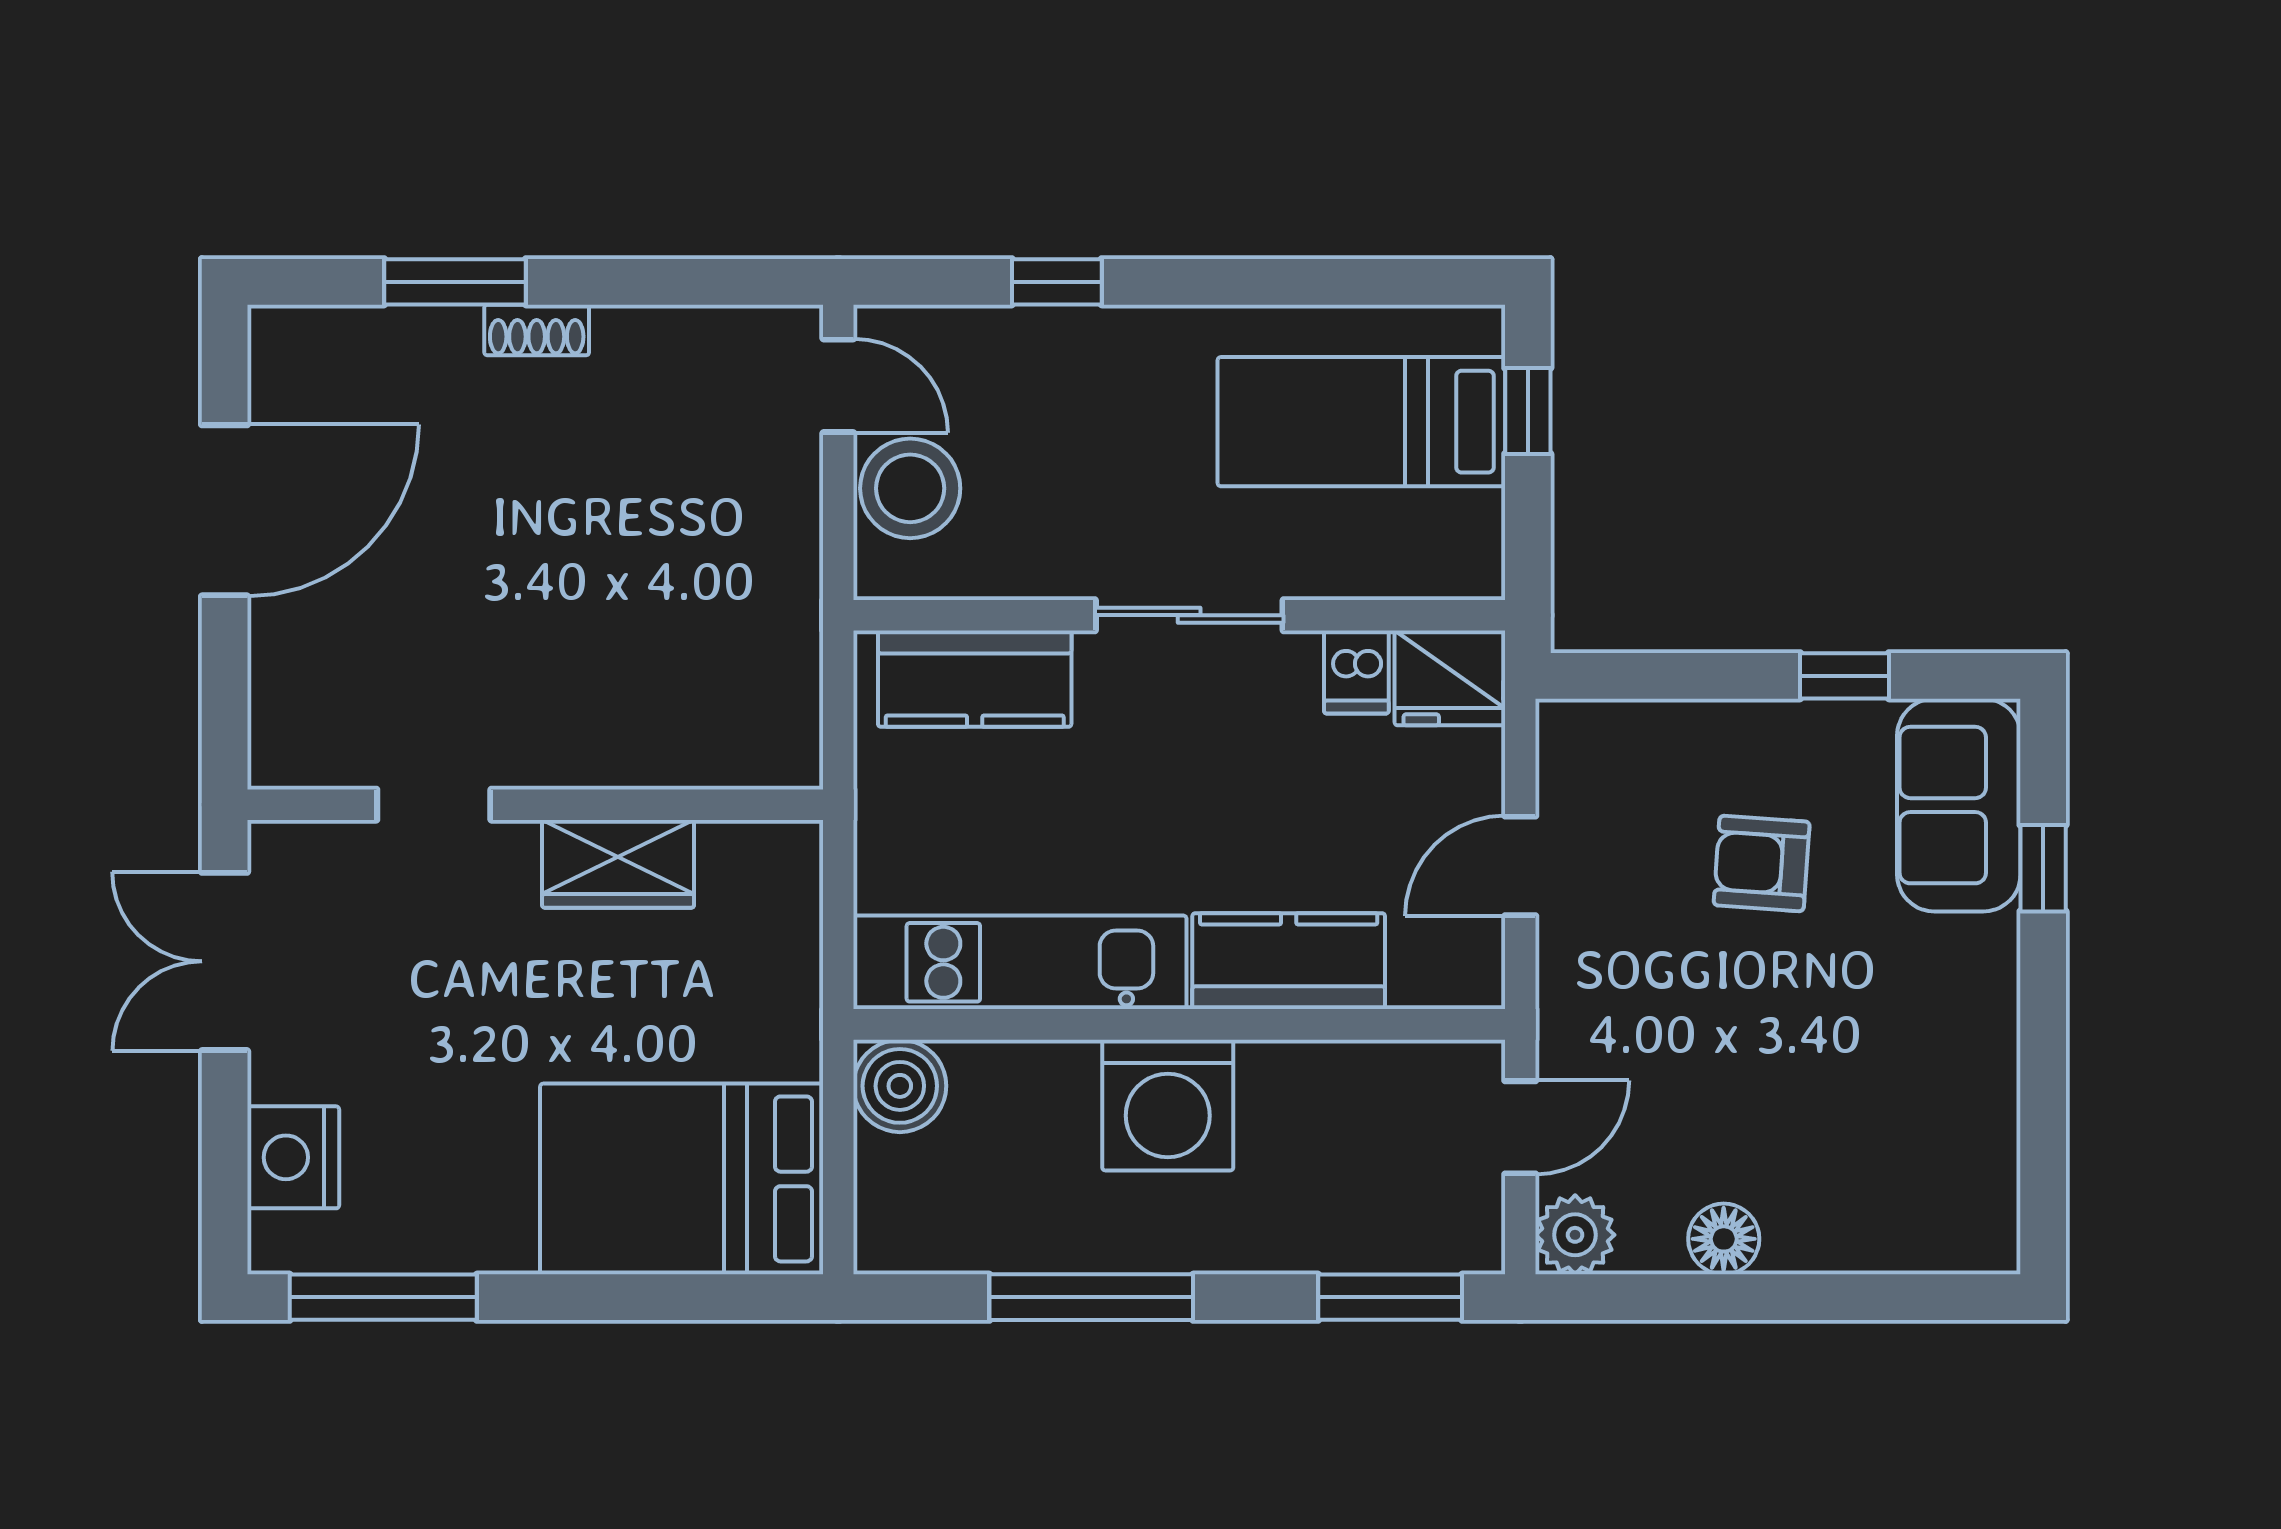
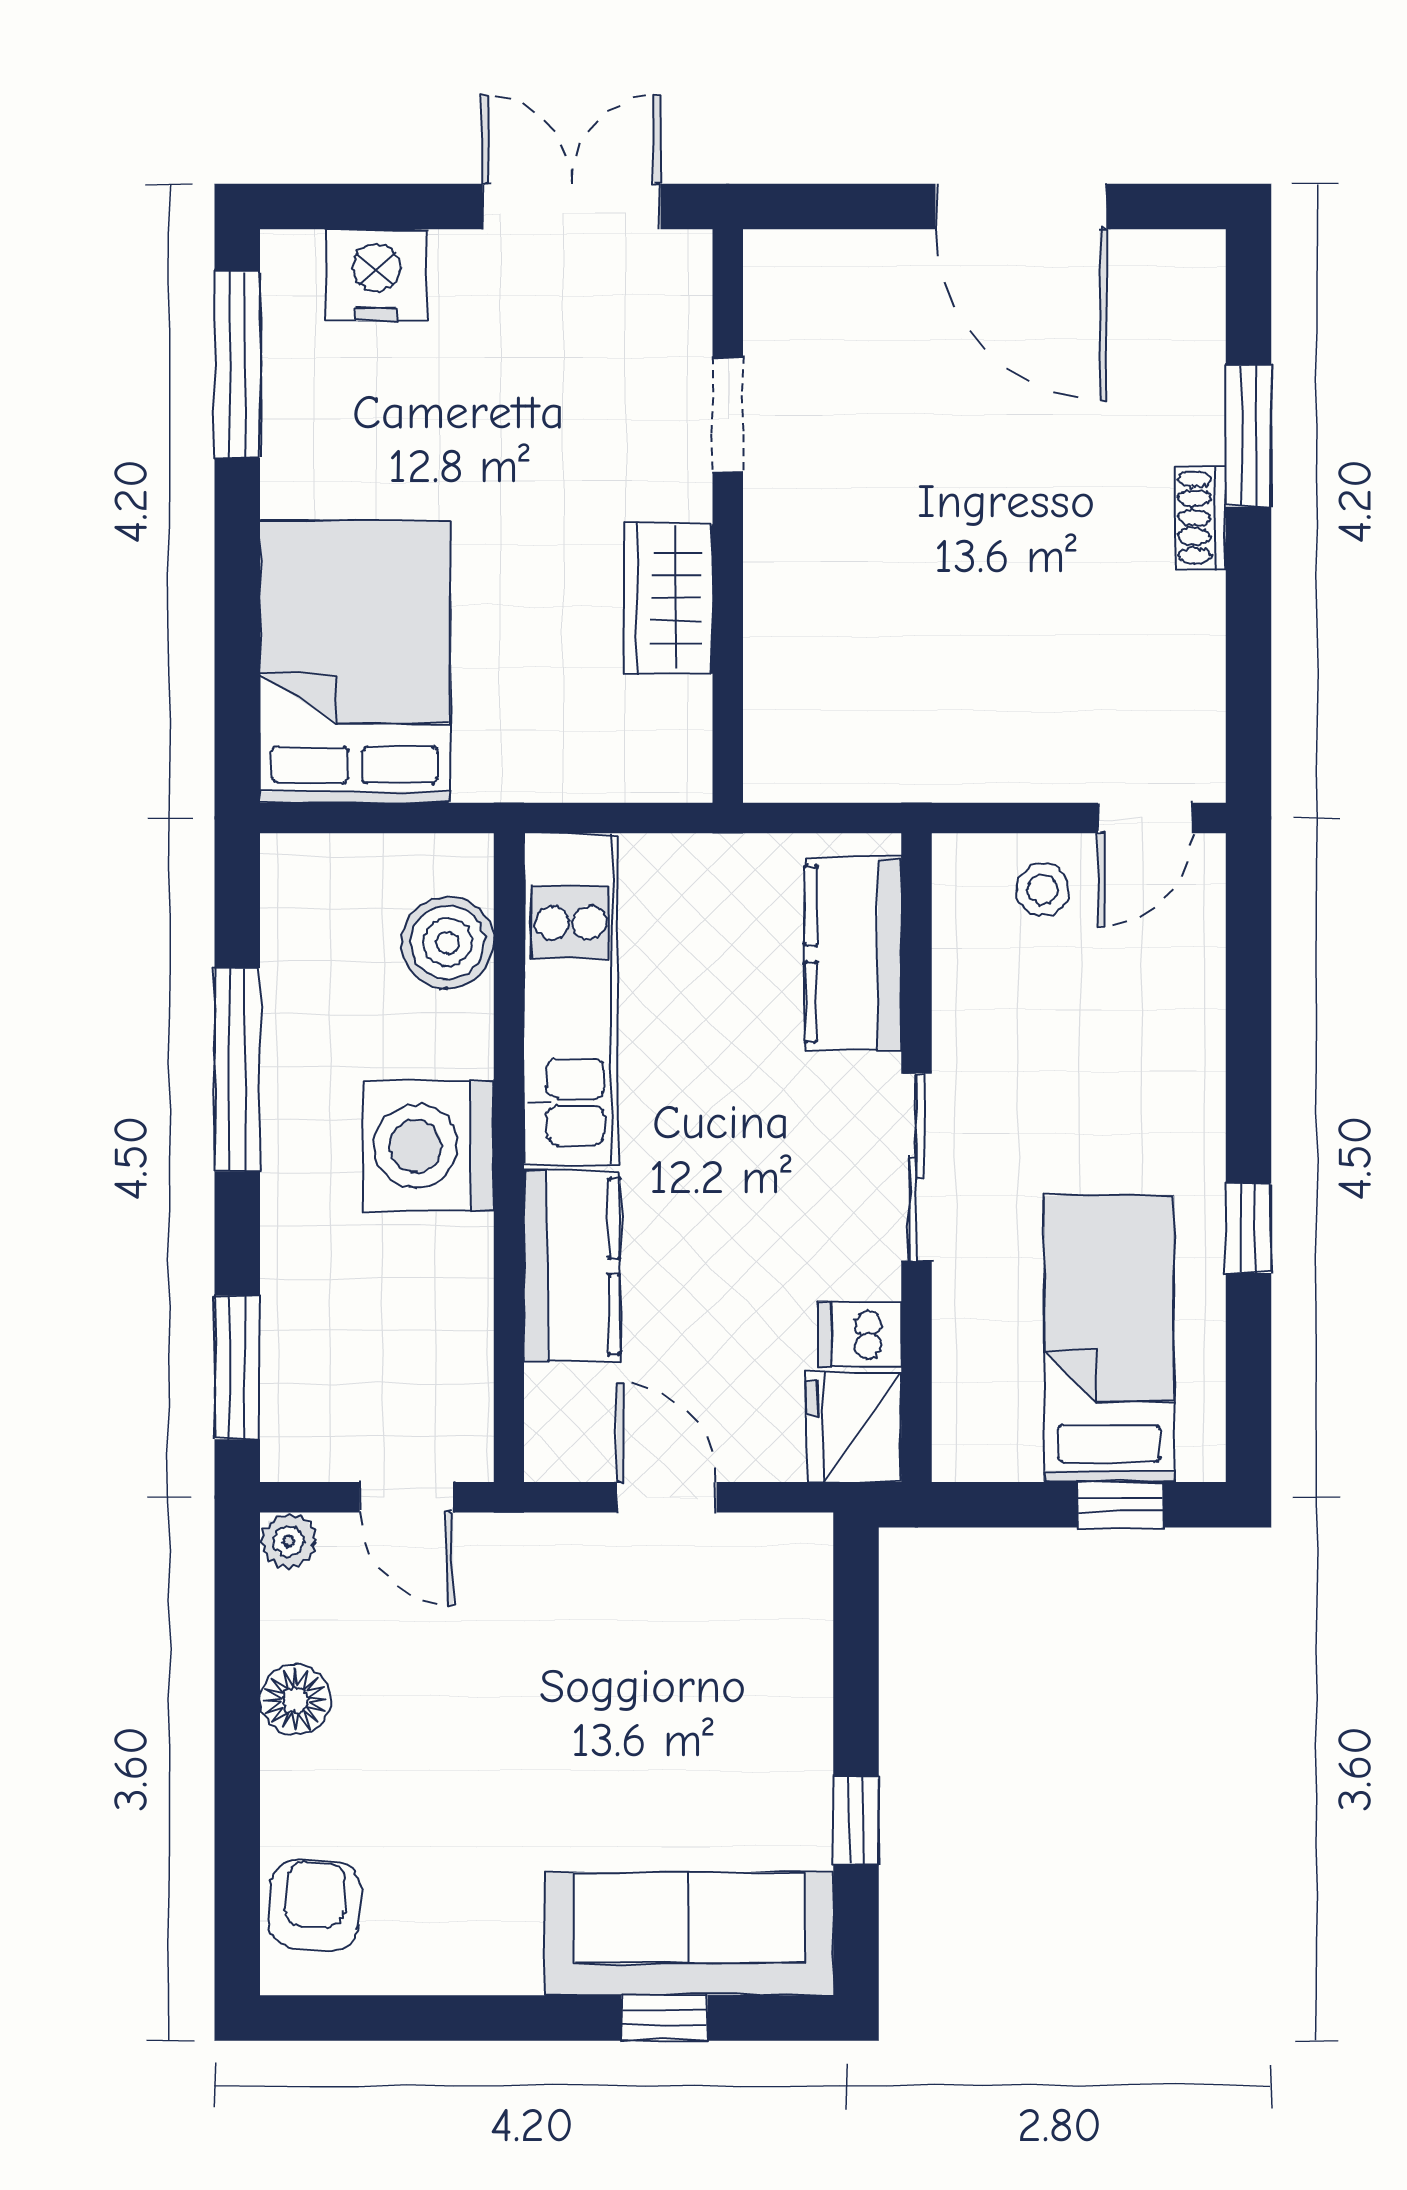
window: (1057, 282) -> (1248, 1228), moved
stool: (910, 488) -> (1043, 889), width x0.53, depth x0.53
sofa: (1959, 805) -> (689, 1934), width x1.36
armchair: (1762, 863) -> (315, 1905), moved
boiler: (900, 1086) -> (448, 943), moved
plant: (1575, 1235) -> (289, 1541), width x0.73, depth x0.73

